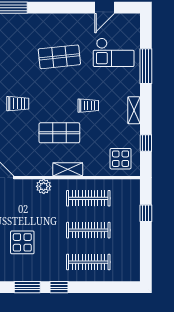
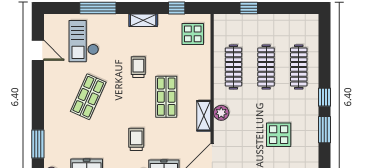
checkout: (114, 52) -> (84, 41), turned 180
shop shelf: (59, 57) -> (88, 97), turned 30
shelving: (68, 169) -> (204, 116), moved

